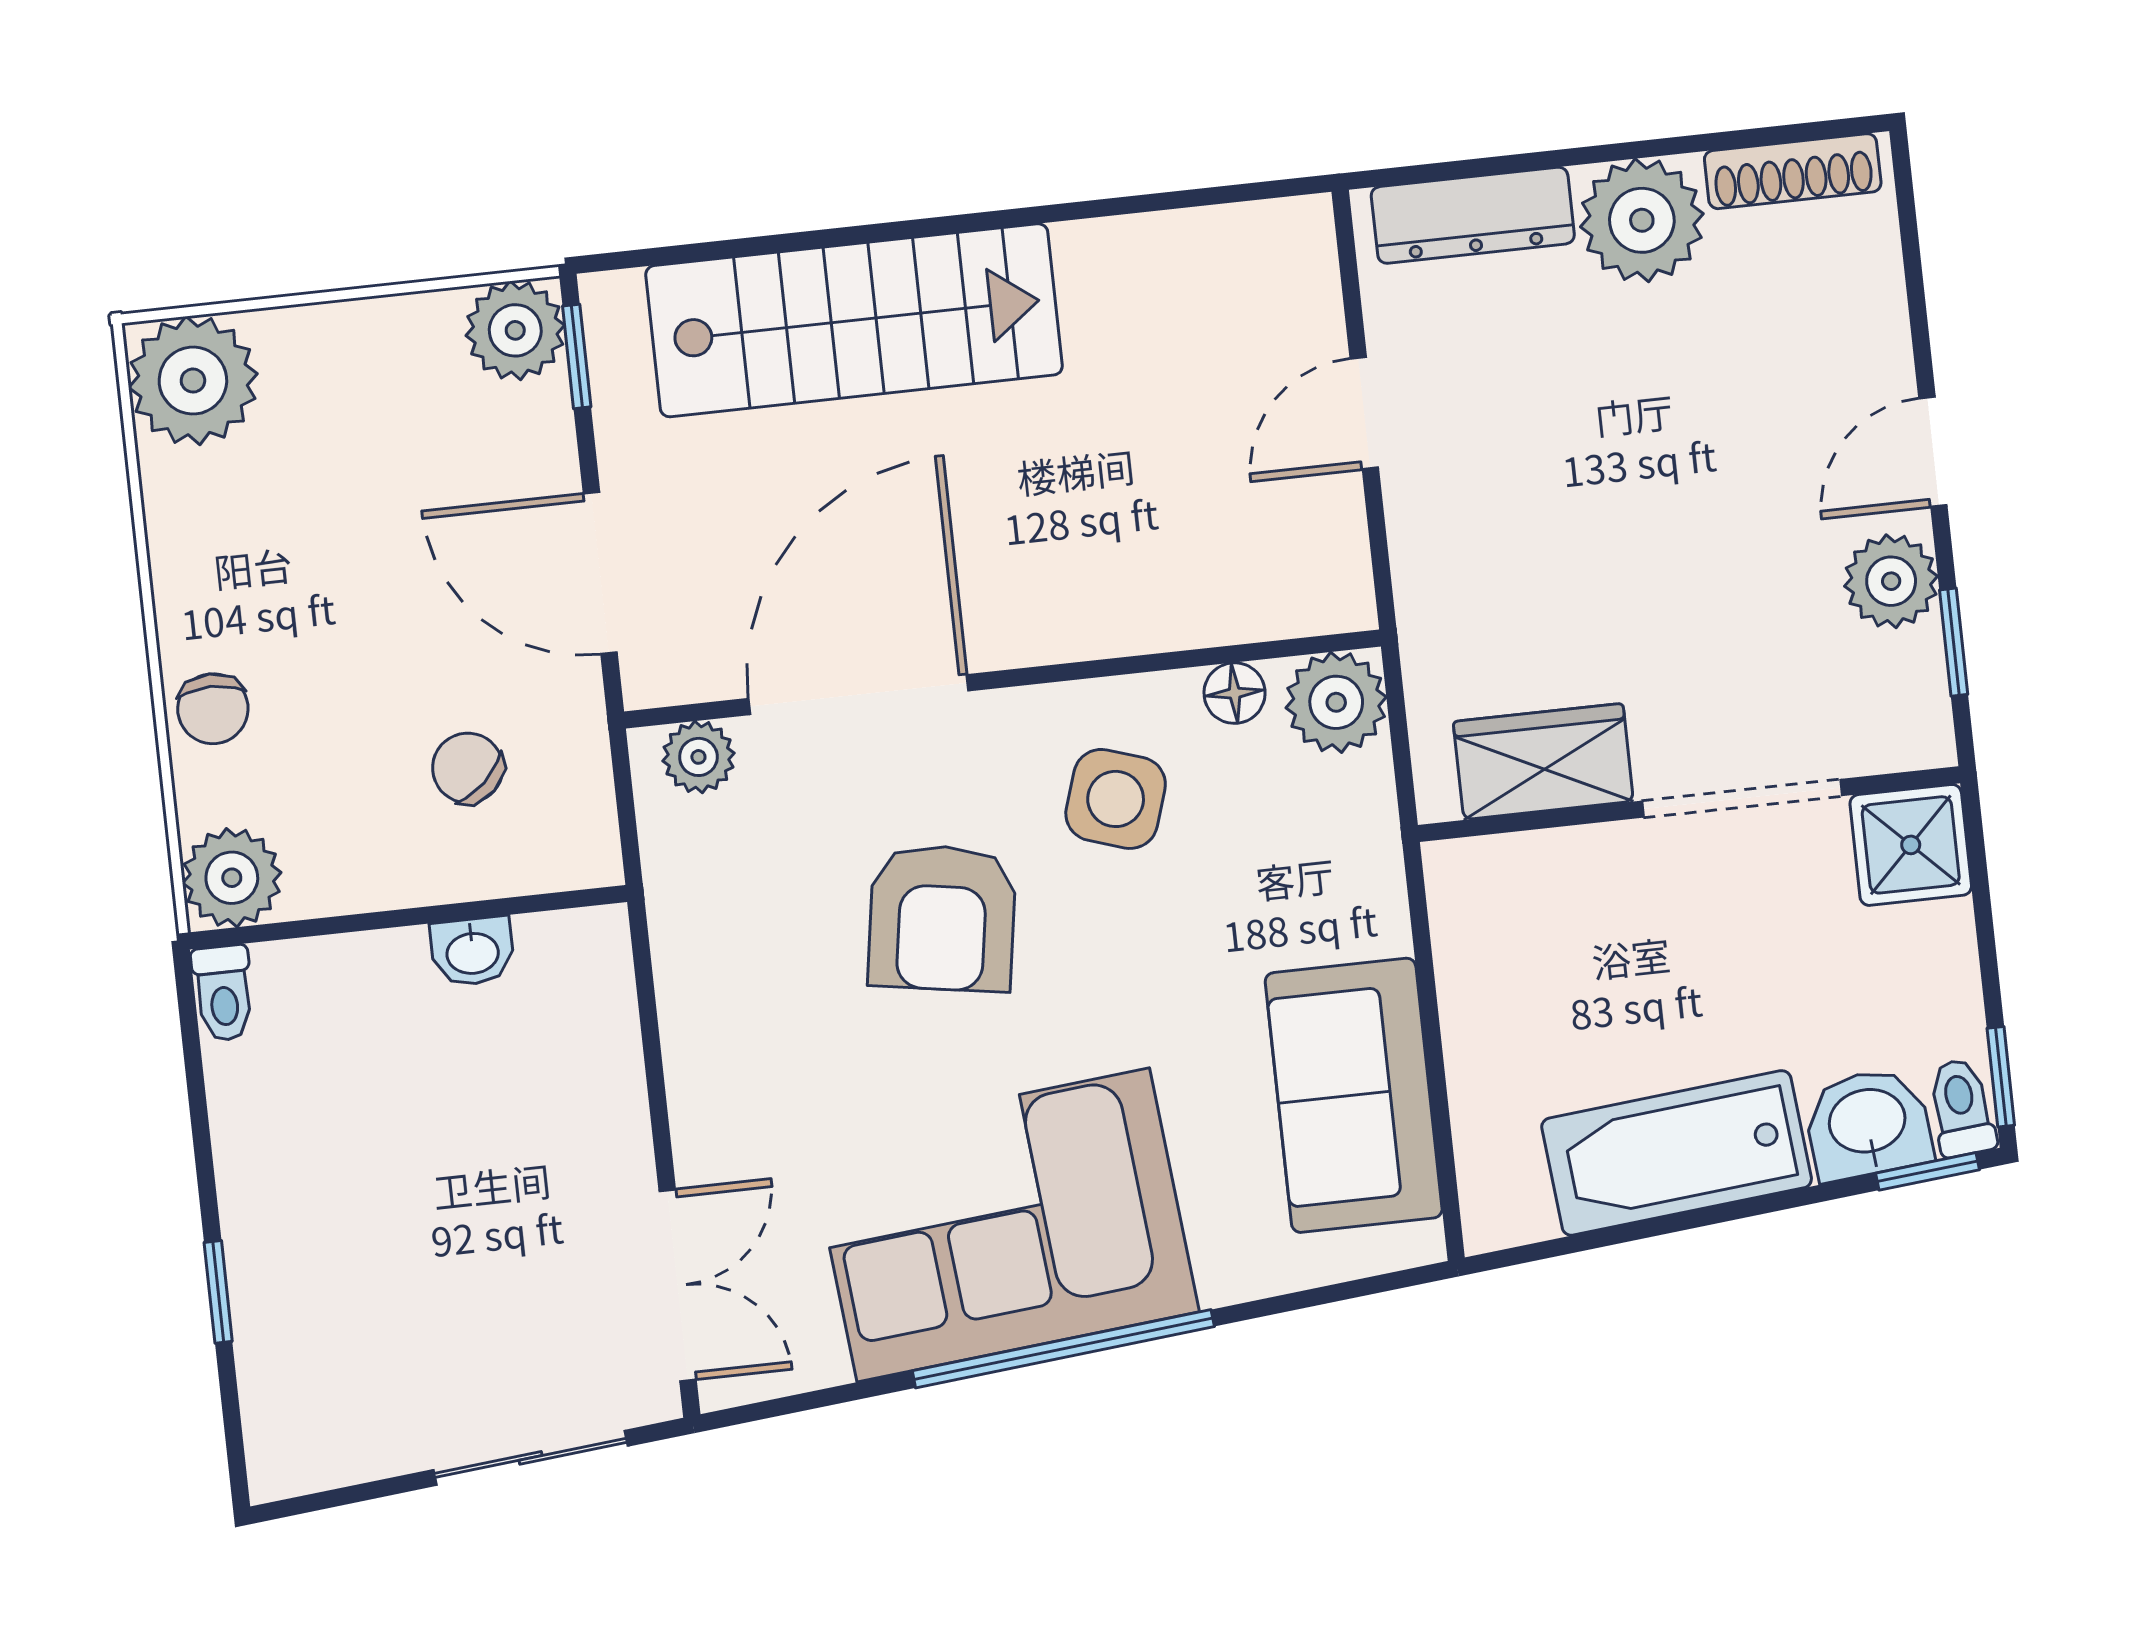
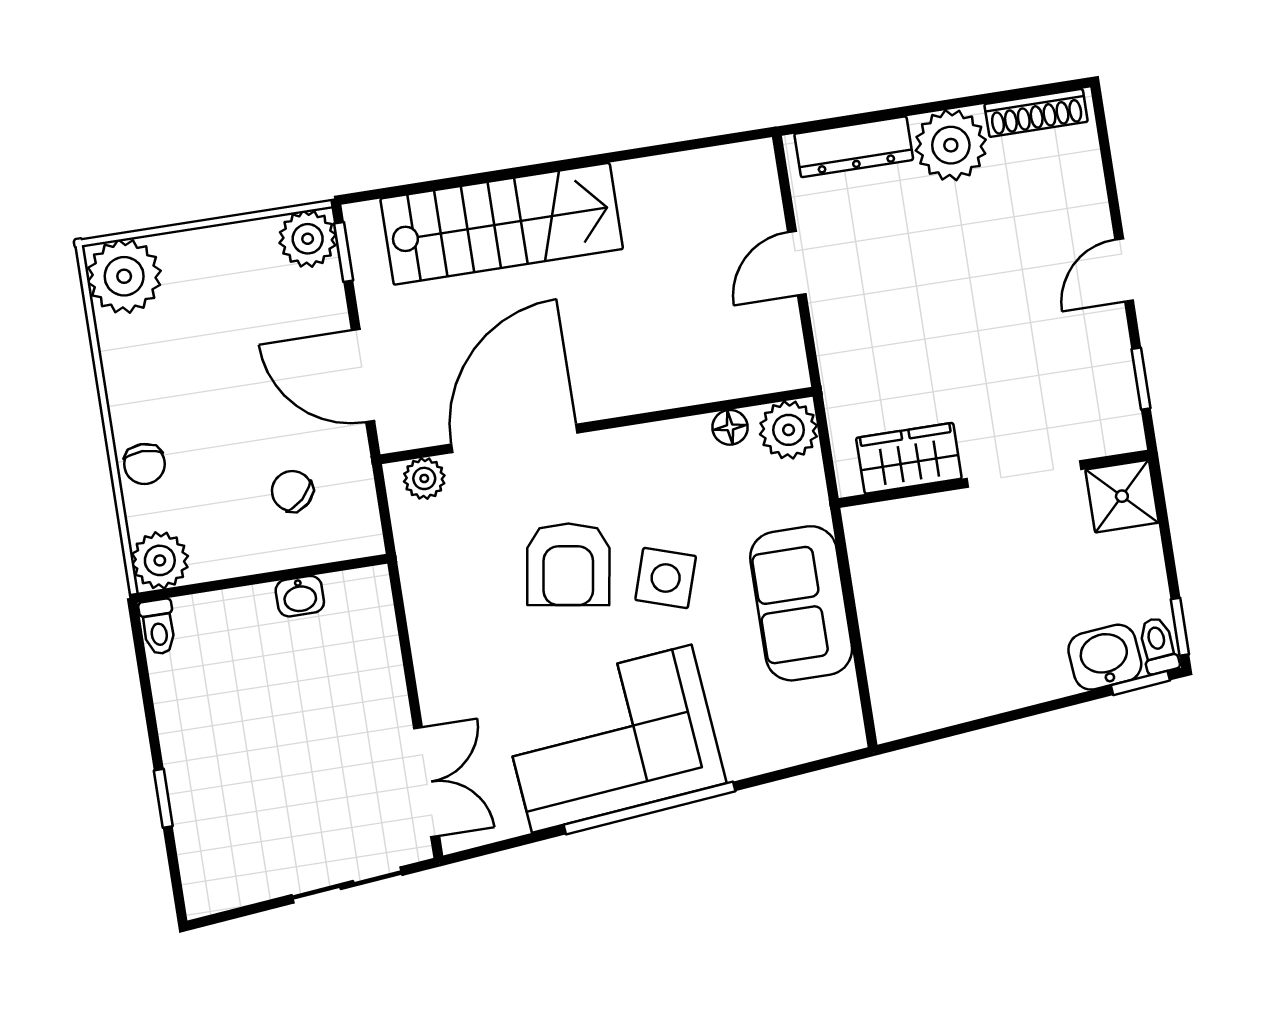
plant: (1891, 581) -> (1104, 345), removed
side table: (1116, 799) -> (666, 578), moved
sofa: (1354, 1095) -> (801, 603), moved
bathtub: (1677, 1153) -> (996, 679), removed

